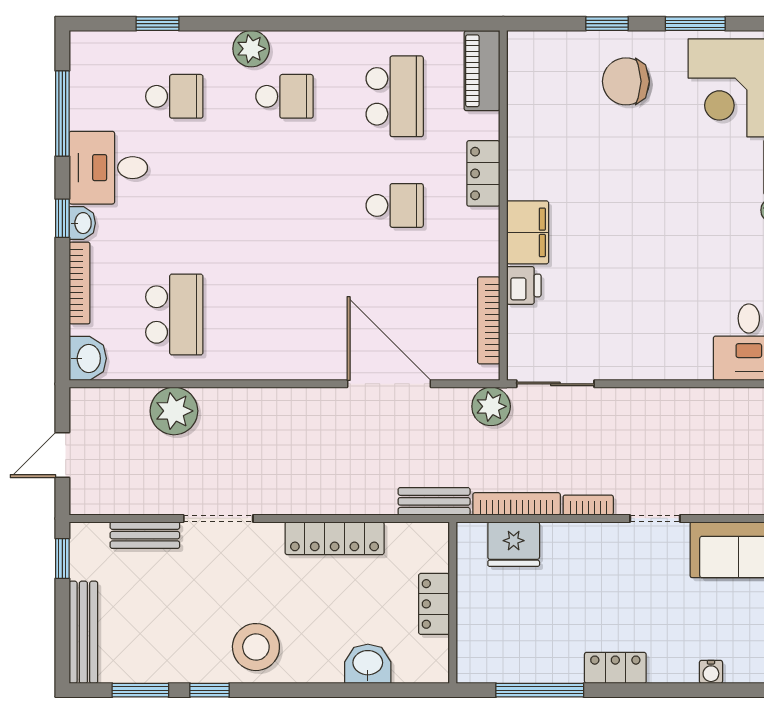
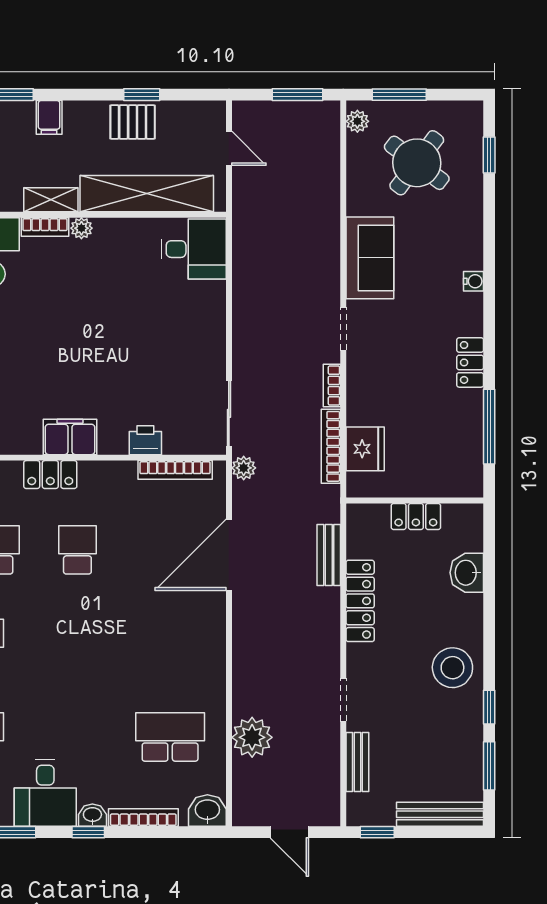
filing cabinet: (528, 232) -> (70, 437), moved
plant: (491, 406) -> (244, 468), width x0.73, depth x0.73
bench: (434, 501) -> (329, 555), moved
doorway: (218, 518) -> (343, 700), width x0.73

